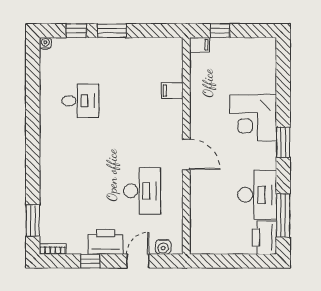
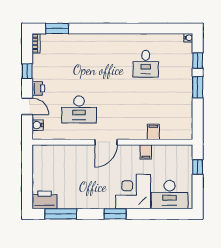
filing cabinet: (200, 45) -> (146, 152), moved
desk: (257, 195) -> (170, 195), moved
printer: (106, 242) -> (38, 88), width x0.53, depth x0.68

